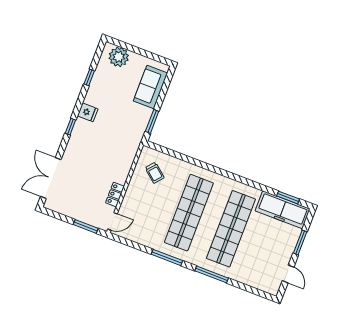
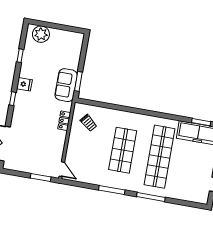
sofa: (150, 87) -> (66, 85), moved
locker: (115, 195) -> (64, 121), moved
shop shelf: (189, 213) -> (123, 150), width x0.71
door: (113, 221) -> (62, 169), hinge flipped

